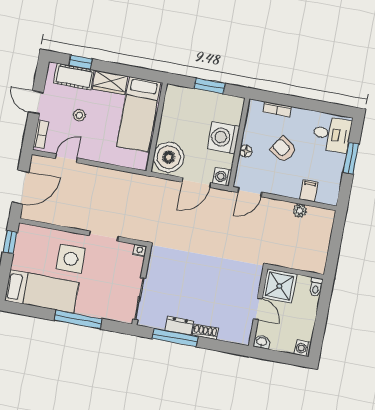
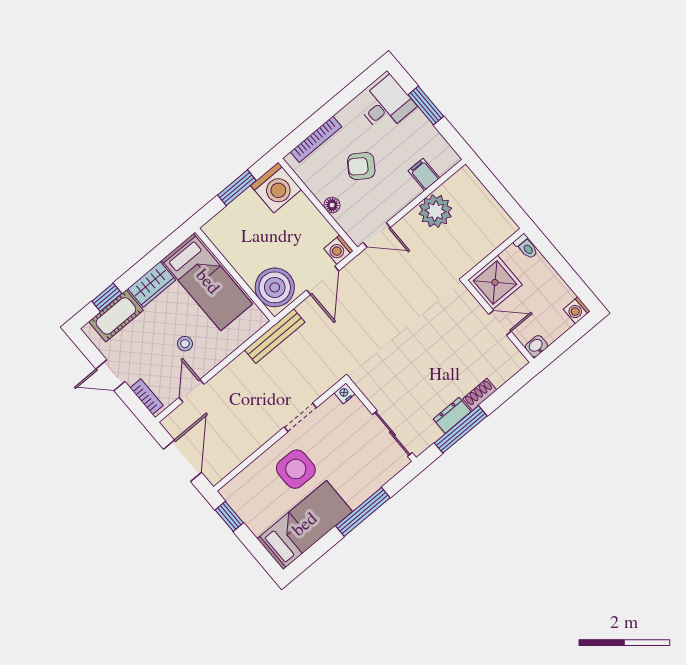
bookcase: (277, 109) -> (316, 139), width x1.56
stool: (79, 115) -> (185, 344), moved
washing machine: (223, 138) -> (276, 188), moved, turned -90
bench: (140, 181) -> (275, 336), added
door: (250, 192) -> (377, 235), hinge flipped
plant: (300, 211) -> (435, 211), width x1.87, depth x1.87

